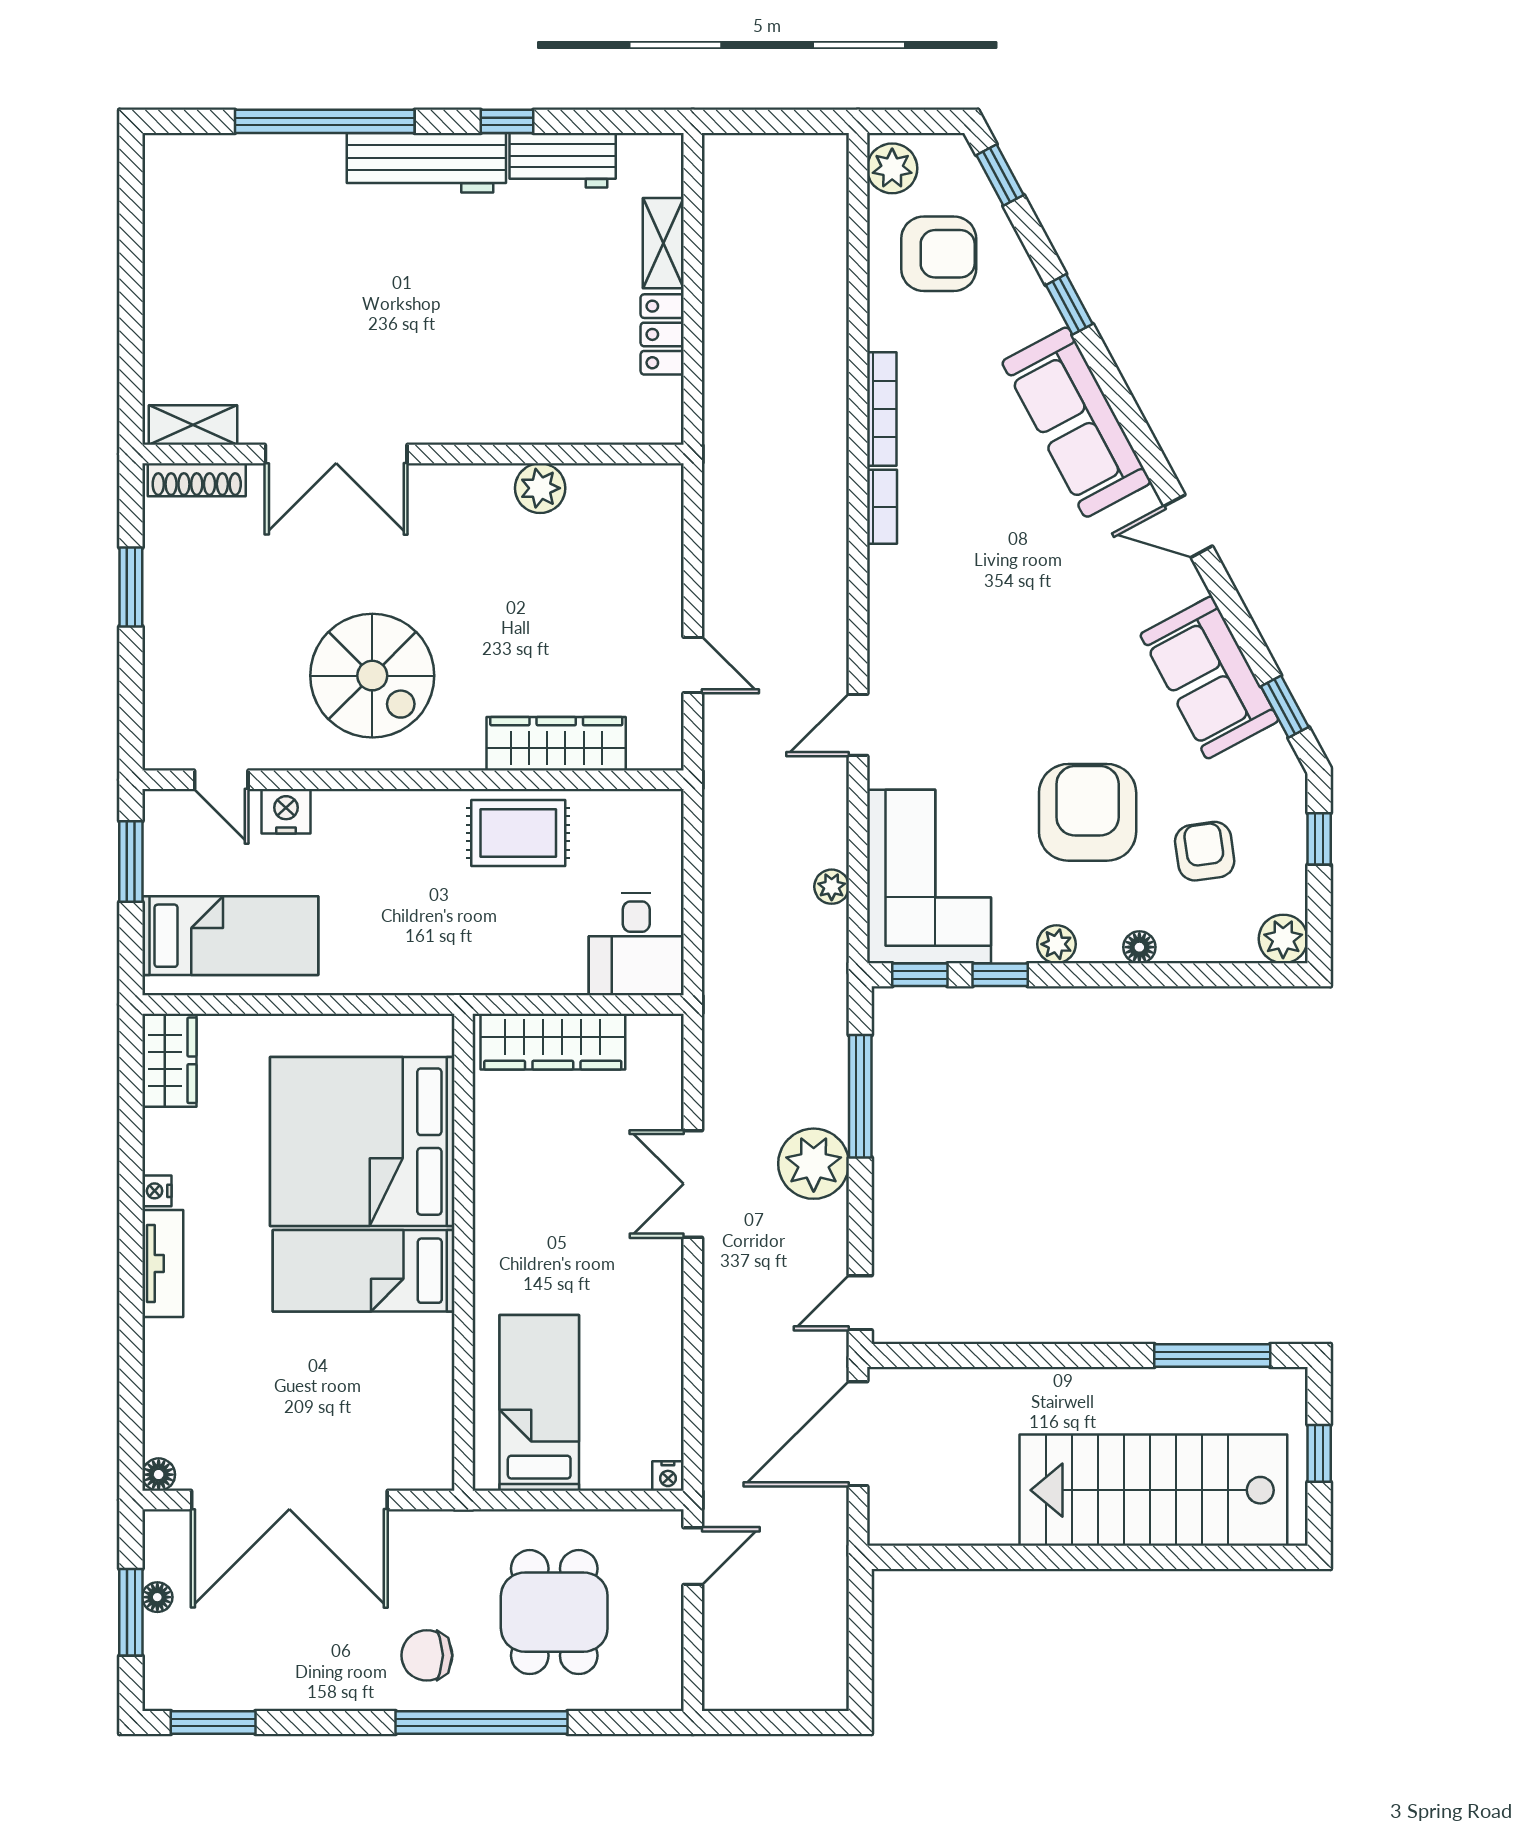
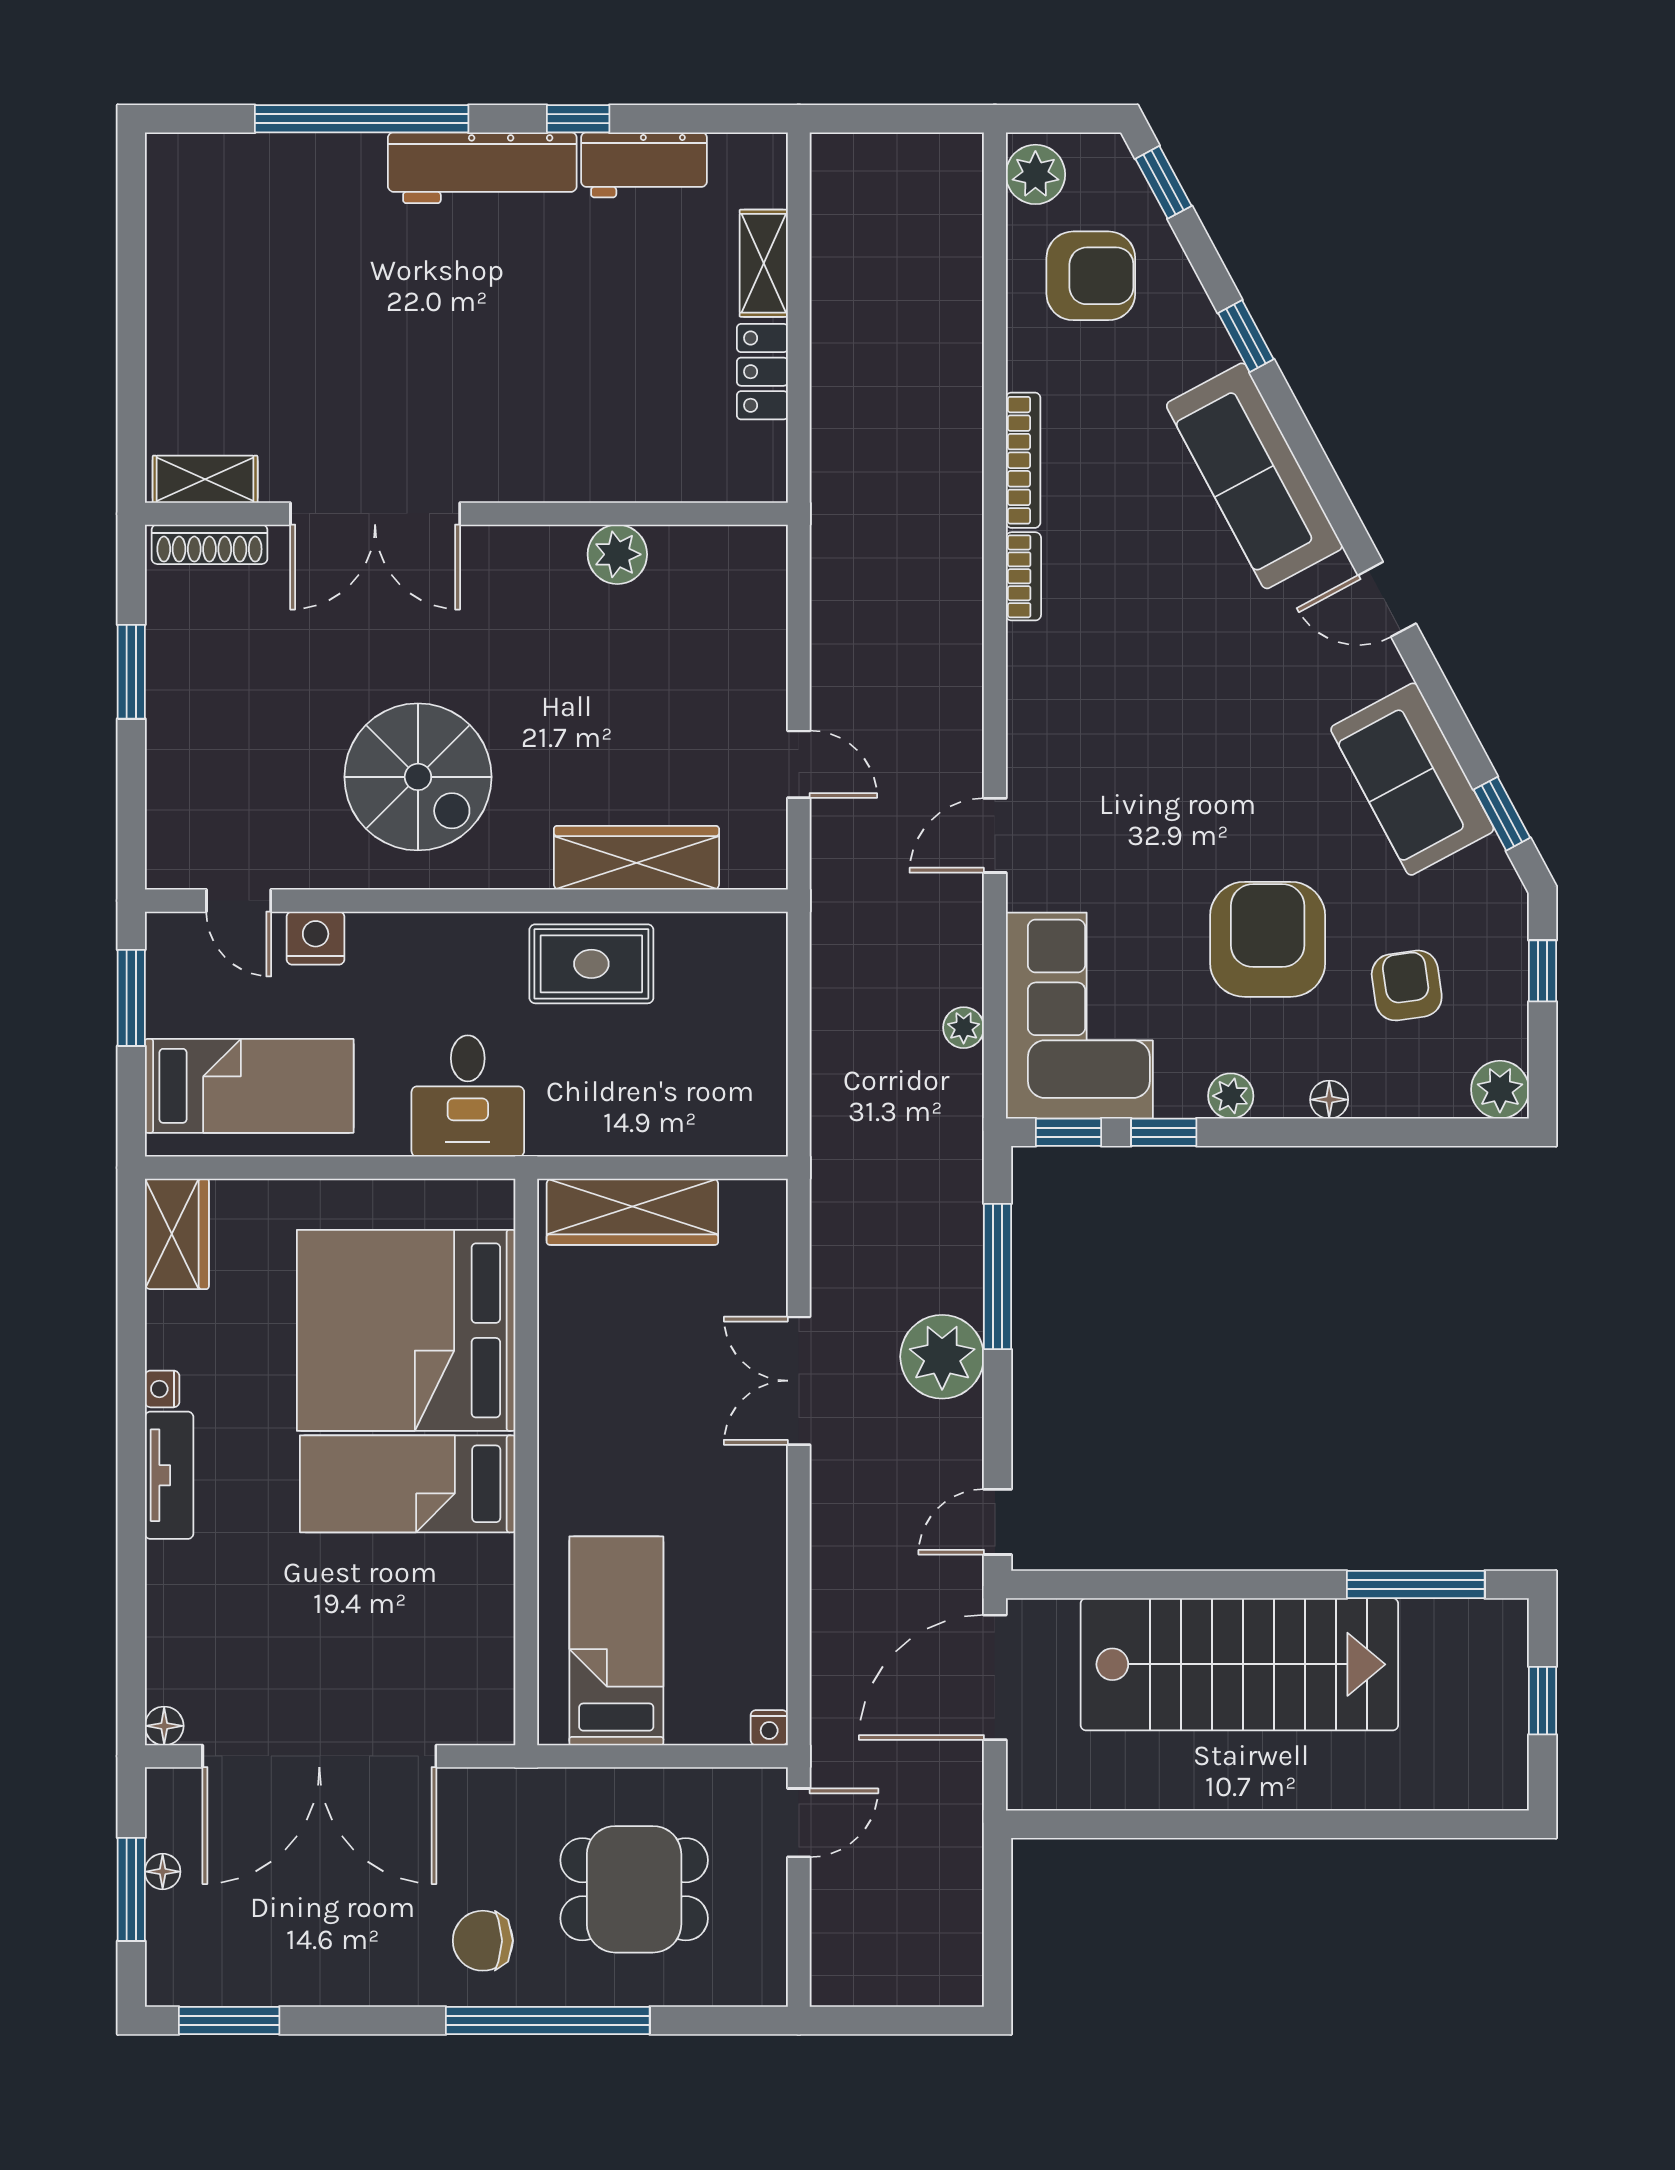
desk: (636, 944) -> (468, 1096), moved
stairs: (1153, 1490) -> (1239, 1664), moved, turned 180
dining table: (554, 1612) -> (634, 1889), turned 90

